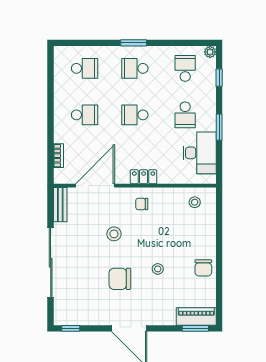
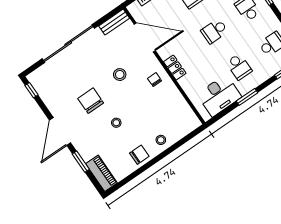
school desk: (135, 115) -> (214, 31), turned -90
school desk: (185, 115) -> (239, 67), turned -90
stool: (195, 202) -> (161, 140), moved
chair: (203, 268) -> (139, 155), turned 180
window: (195, 328) -> (81, 162), moved

